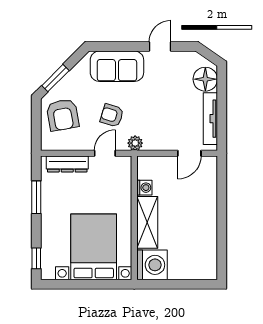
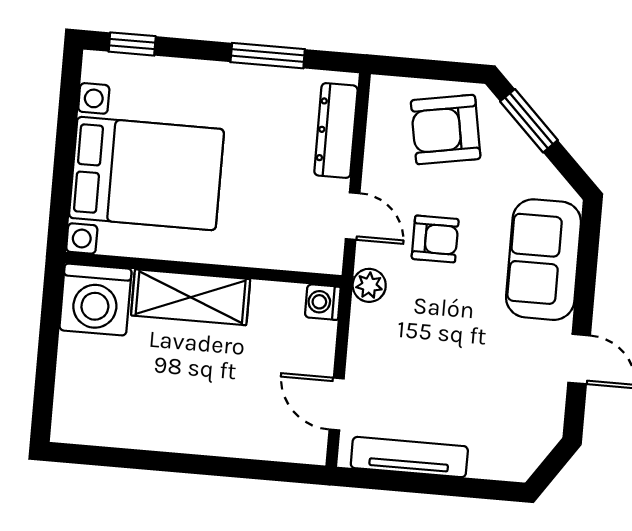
floor lamp: (205, 79) -> (498, 453), removed
armchair: (112, 115) -> (435, 239), turned 73
washing machine: (144, 188) -> (323, 302), moved, turned 90

